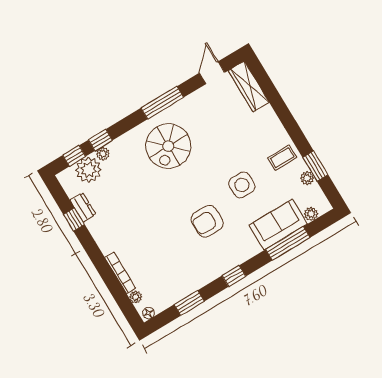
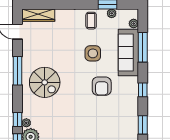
sofa: (278, 225) -> (128, 52), width x1.36

